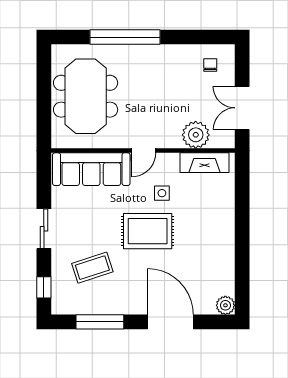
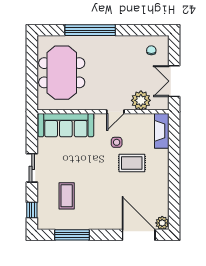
door: (144, 151) -> (115, 112), moved
fireplace: (204, 163) -> (162, 131), moved, turned 90
rug: (148, 231) -> (132, 163), moved, width x0.73, depth x0.70
coffee table: (92, 268) -> (67, 196), turned -72
door: (170, 322) -> (139, 235), moved

